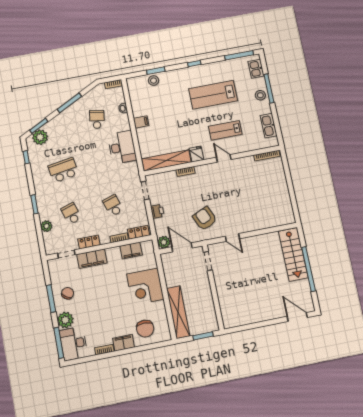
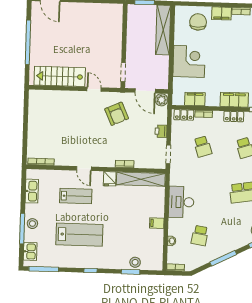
stairs: (293, 254) -> (60, 76), moved, turned -90

